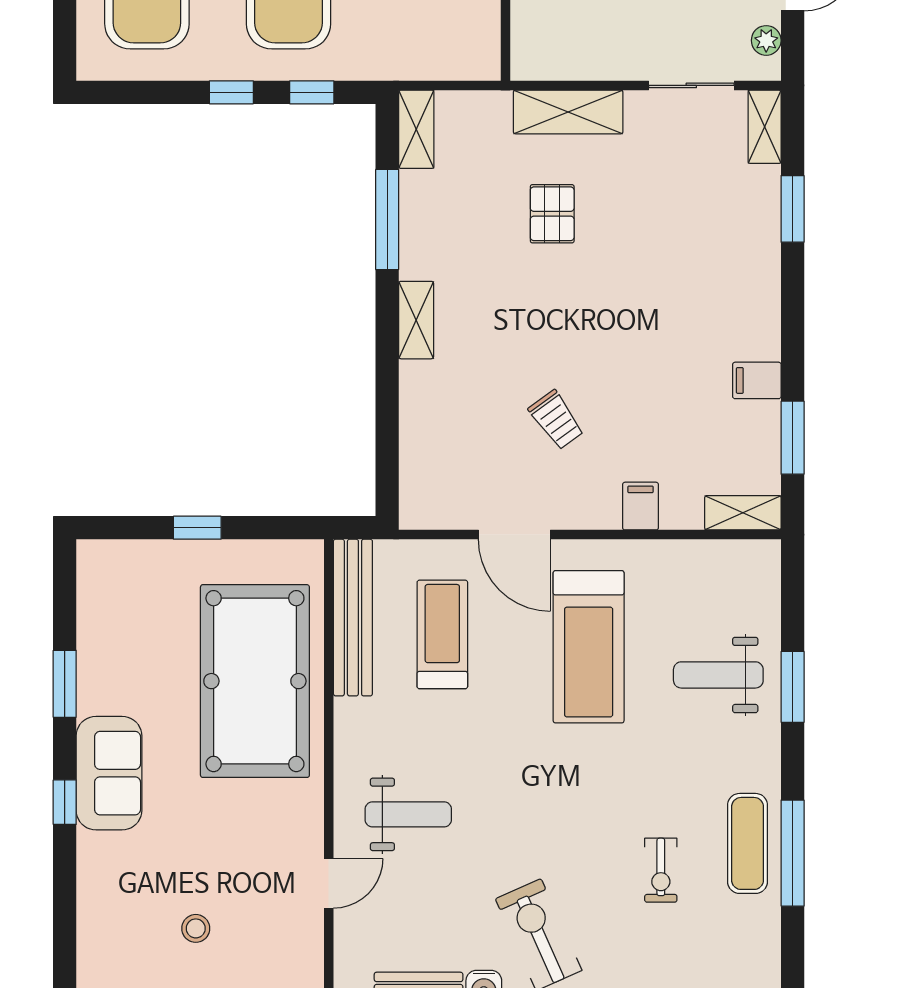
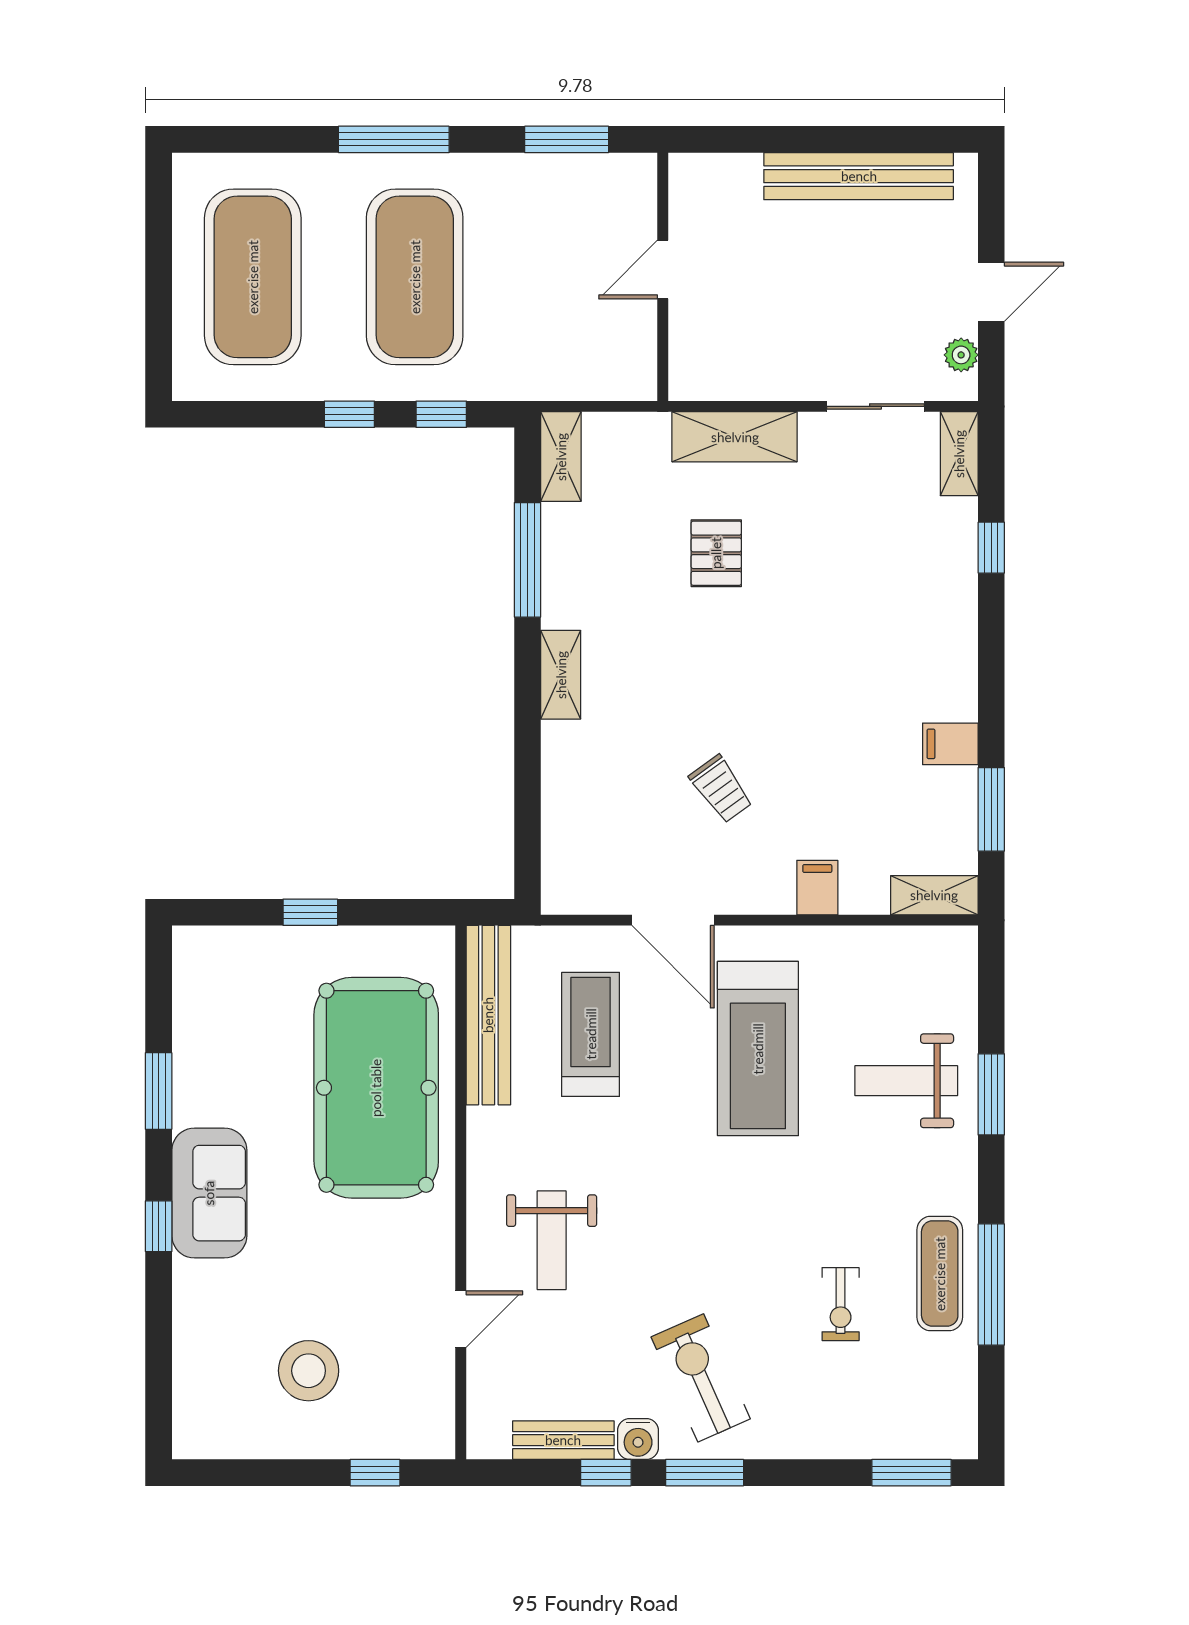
window: (793, 209) -> (991, 548), width x0.67
weight bench: (408, 814) -> (552, 1240), turned 90
stool: (196, 928) -> (309, 1371), width x1.89, depth x1.89

